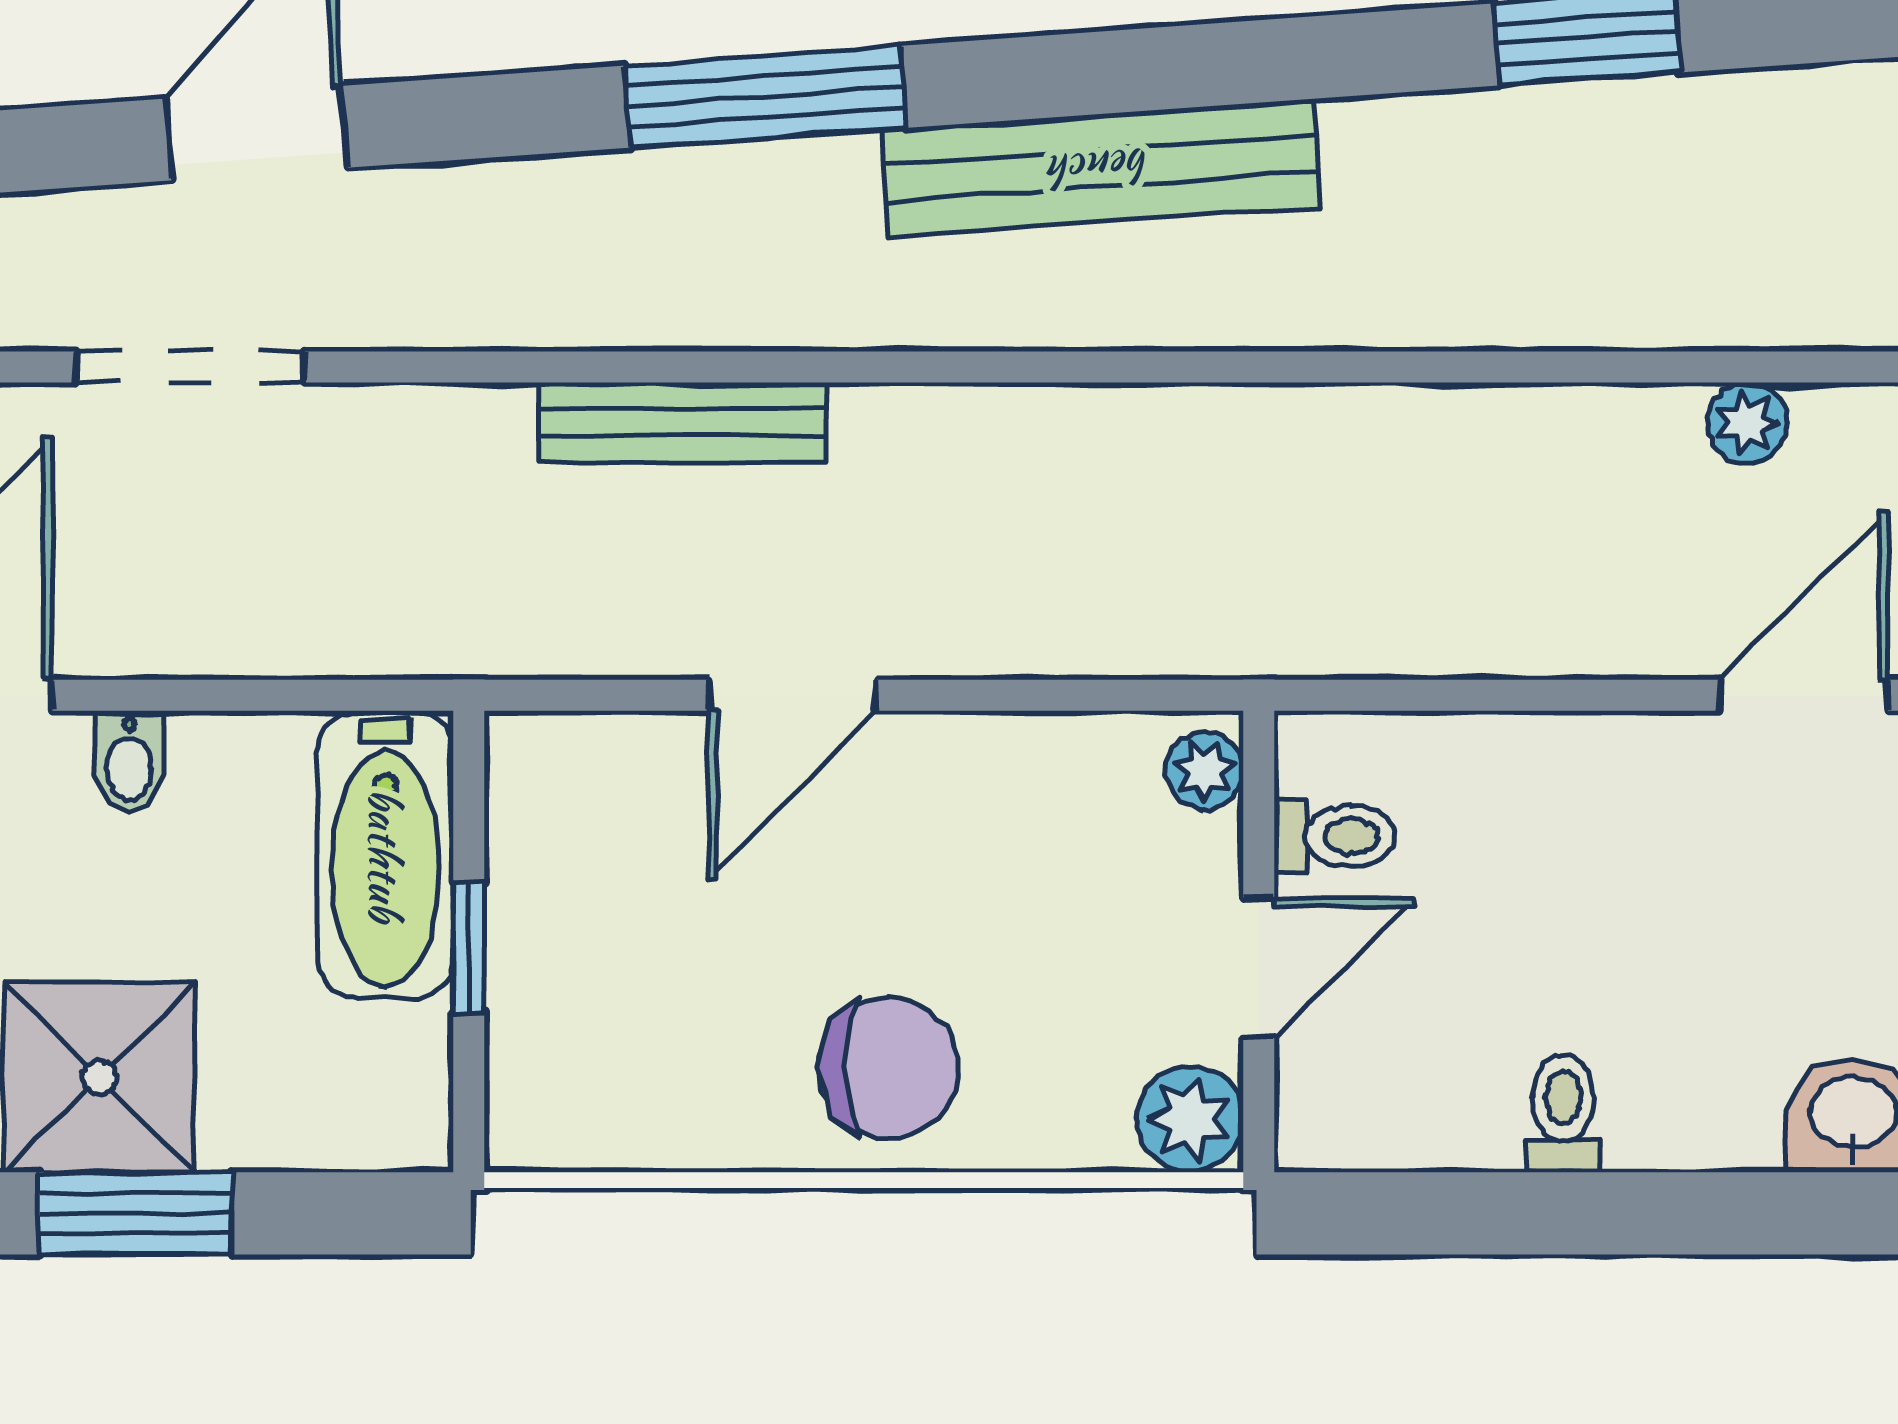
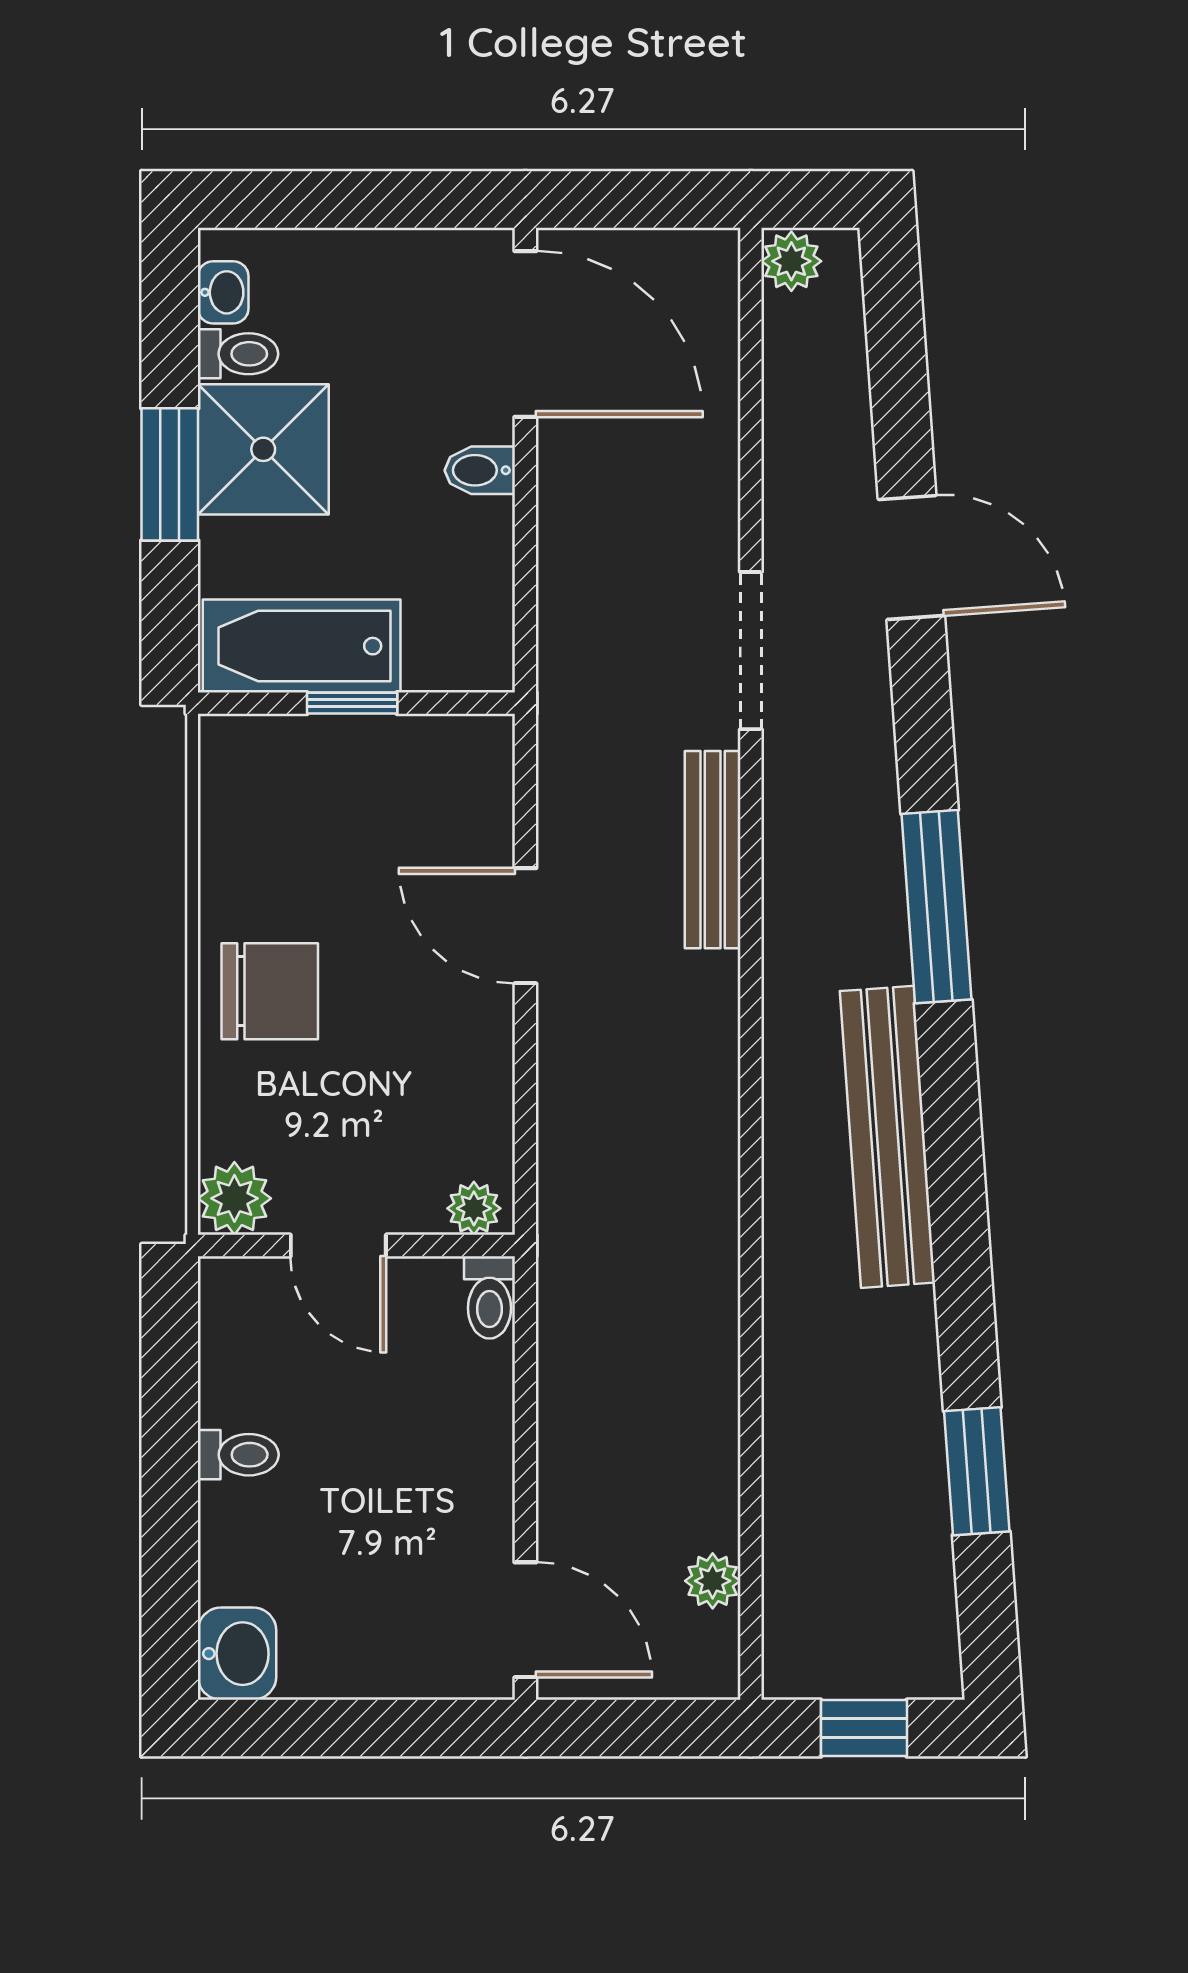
doorway: (189, 367) -> (751, 651), moved
toilet: (1334, 836) -> (489, 1297), moved
bathtub: (385, 855) -> (302, 646), moved
chair: (888, 1068) -> (270, 991), turned -90

